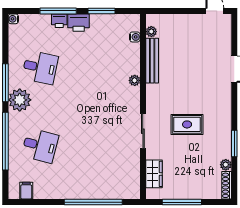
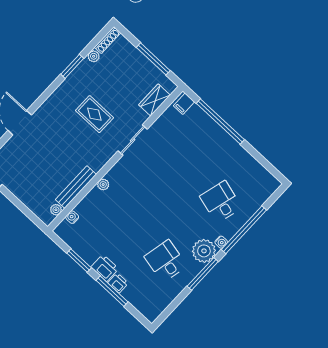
water cooler: (13, 19) -> (221, 242), moved
filing cabinet: (26, 191) -> (184, 104), moved

